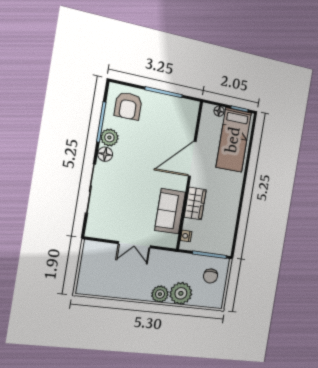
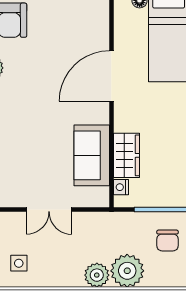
wardrobe: (195, 203) -> (126, 155), moved
side table: (107, 280) -> (19, 263), added

